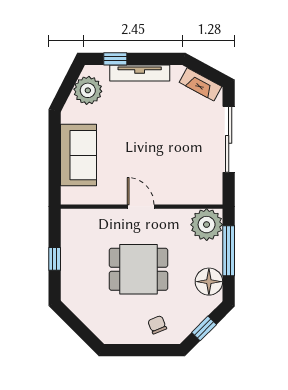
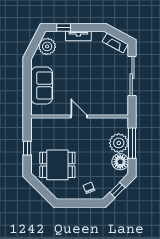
tv unit: (140, 73) -> (78, 36), width x0.71
plant: (207, 225) -> (119, 143), moved
dining table: (139, 269) -> (57, 165), moved

